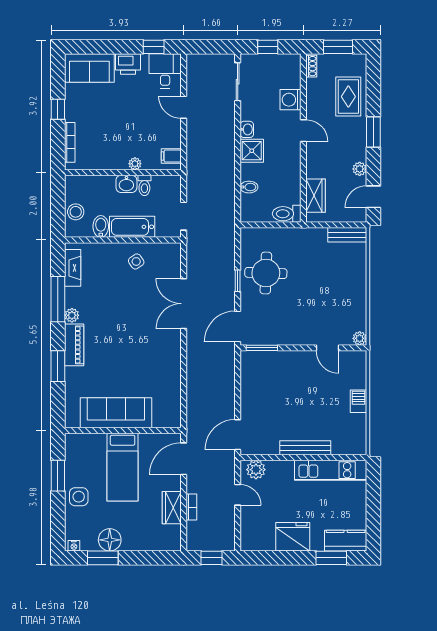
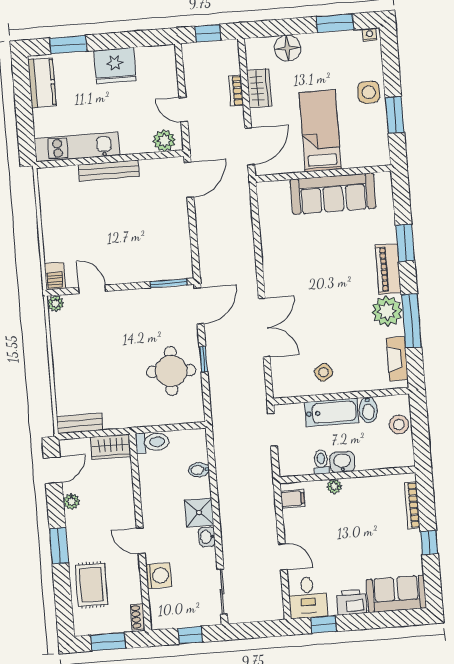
wardrobe: (316, 196) -> (111, 447), moved, turned -90
plant: (72, 315) -> (387, 311), width x1.87, depth x1.87
barbecue: (358, 401) -> (55, 276), moved
floor lamp: (110, 540) -> (288, 48), moved
kitchen counter: (346, 541) -> (42, 83), moved, turned -90

